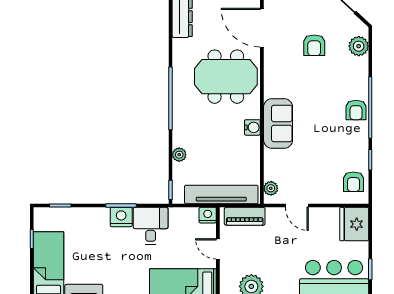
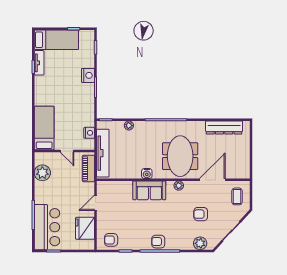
plant: (271, 188) -> (179, 186), moved
nightstand: (208, 215) -> (89, 133), moved
nightstand: (121, 217) -> (88, 75), moved
fridge: (354, 224) -> (85, 228), moved, turned -90
desk: (151, 226) -> (82, 107), removed
door: (218, 249) -> (67, 151), swing flipped

